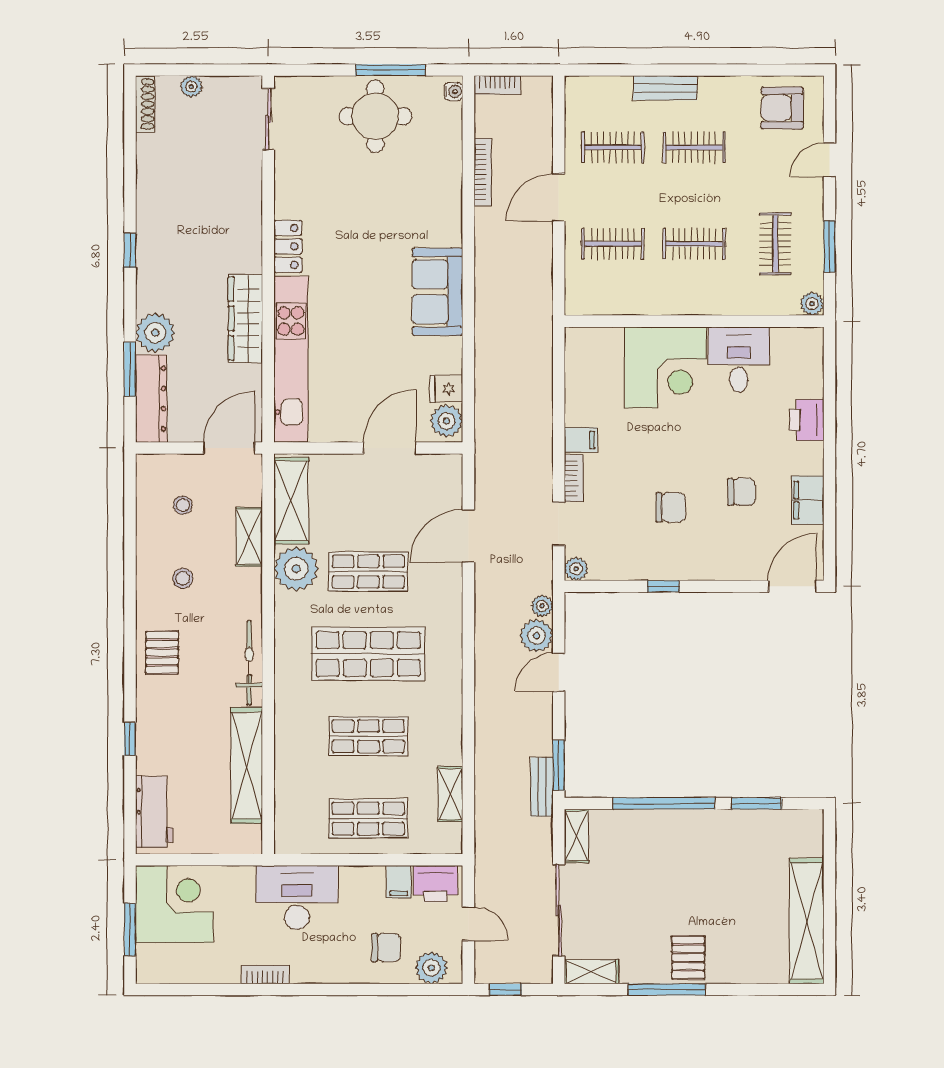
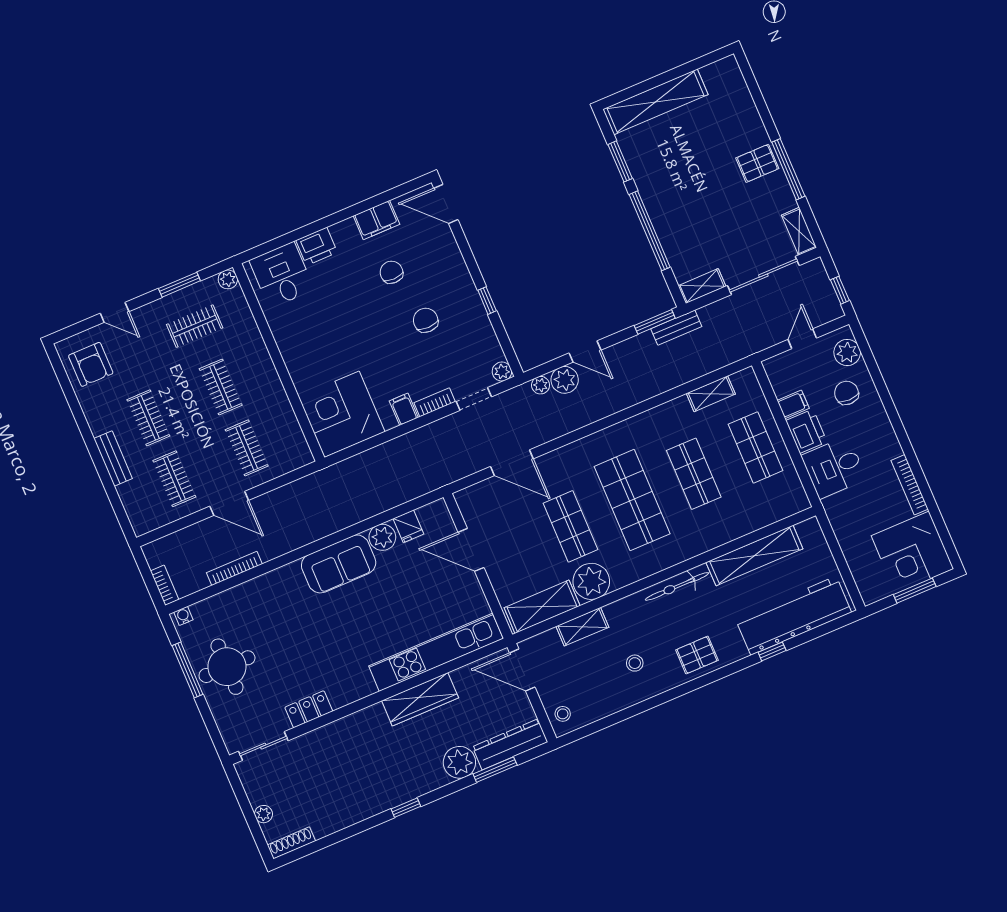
locker: (288, 246) -> (309, 709), moved
desk: (739, 359) -> (282, 275), moved, turned 90
corner desk: (666, 367) -> (342, 414), moved, turned -90
plant: (447, 421) -> (382, 537), moved
stool: (183, 505) -> (563, 714), moved
workbench: (154, 812) -> (793, 616), width x1.88, depth x1.32
printer: (435, 884) -> (806, 431), moved
desk: (297, 897) -> (834, 467), width x0.73
corner desk: (174, 904) -> (912, 552), moved, turned -90
shelving: (807, 921) -> (655, 102), moved
bookcase: (265, 975) -> (910, 485), width x1.56

